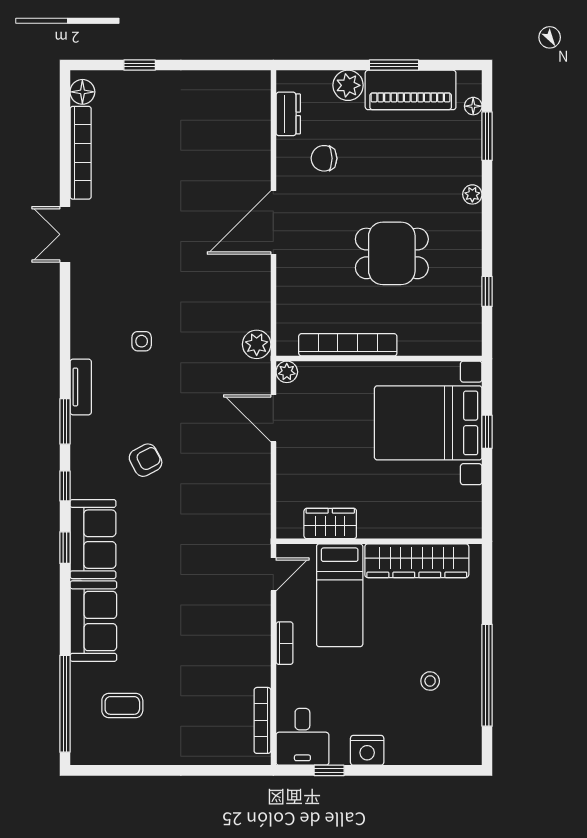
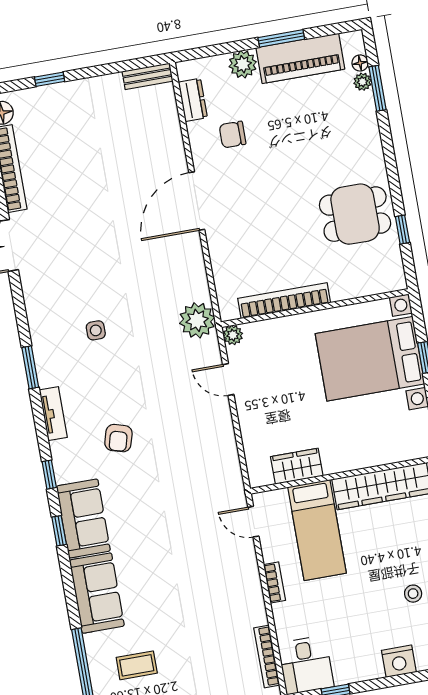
bench: (244, 80) -> (148, 76), added
plant: (472, 194) -> (362, 82), moved
dining table: (392, 253) -> (355, 214), moved
plant: (257, 344) -> (197, 320), width x1.36, depth x1.36
tv unit: (81, 387) -> (53, 414), moved
door: (273, 418) -> (228, 379), width x0.73
window: (65, 421) -> (30, 367), moved
armchair: (146, 460) -> (118, 438), turned 134
door: (273, 574) -> (253, 522), swing flipped
nightstand: (367, 750) -> (399, 661), moved

